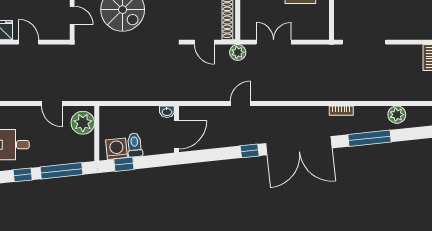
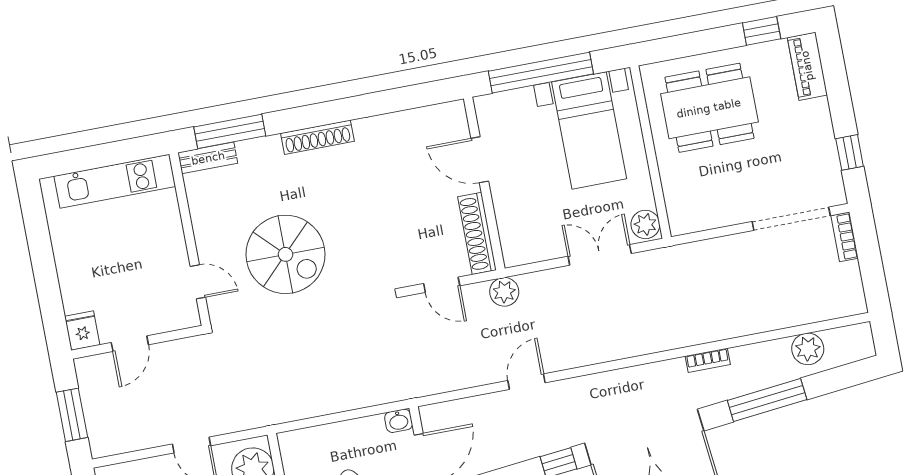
plant: (321, 30) -> (645, 224), added
door: (29, 42) -> (130, 344), swing flipped
double door: (274, 42) -> (600, 255), moved
doorway: (364, 42) -> (791, 219), moved

